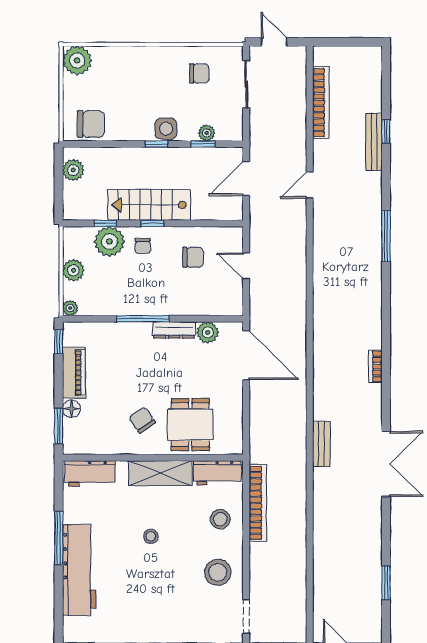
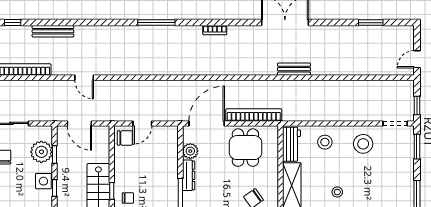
window: (386, 132) -> (13, 23), moved
plant: (207, 133) -> (41, 152), width x1.87, depth x1.87
window: (386, 236) -> (156, 23), moved
chair: (193, 257) -> (125, 138), moved, turned 90
dining table: (190, 425) -> (245, 148), moved, turned 90
bench: (321, 444) -> (294, 69), moved
bookcase: (258, 503) -> (254, 115), moved

